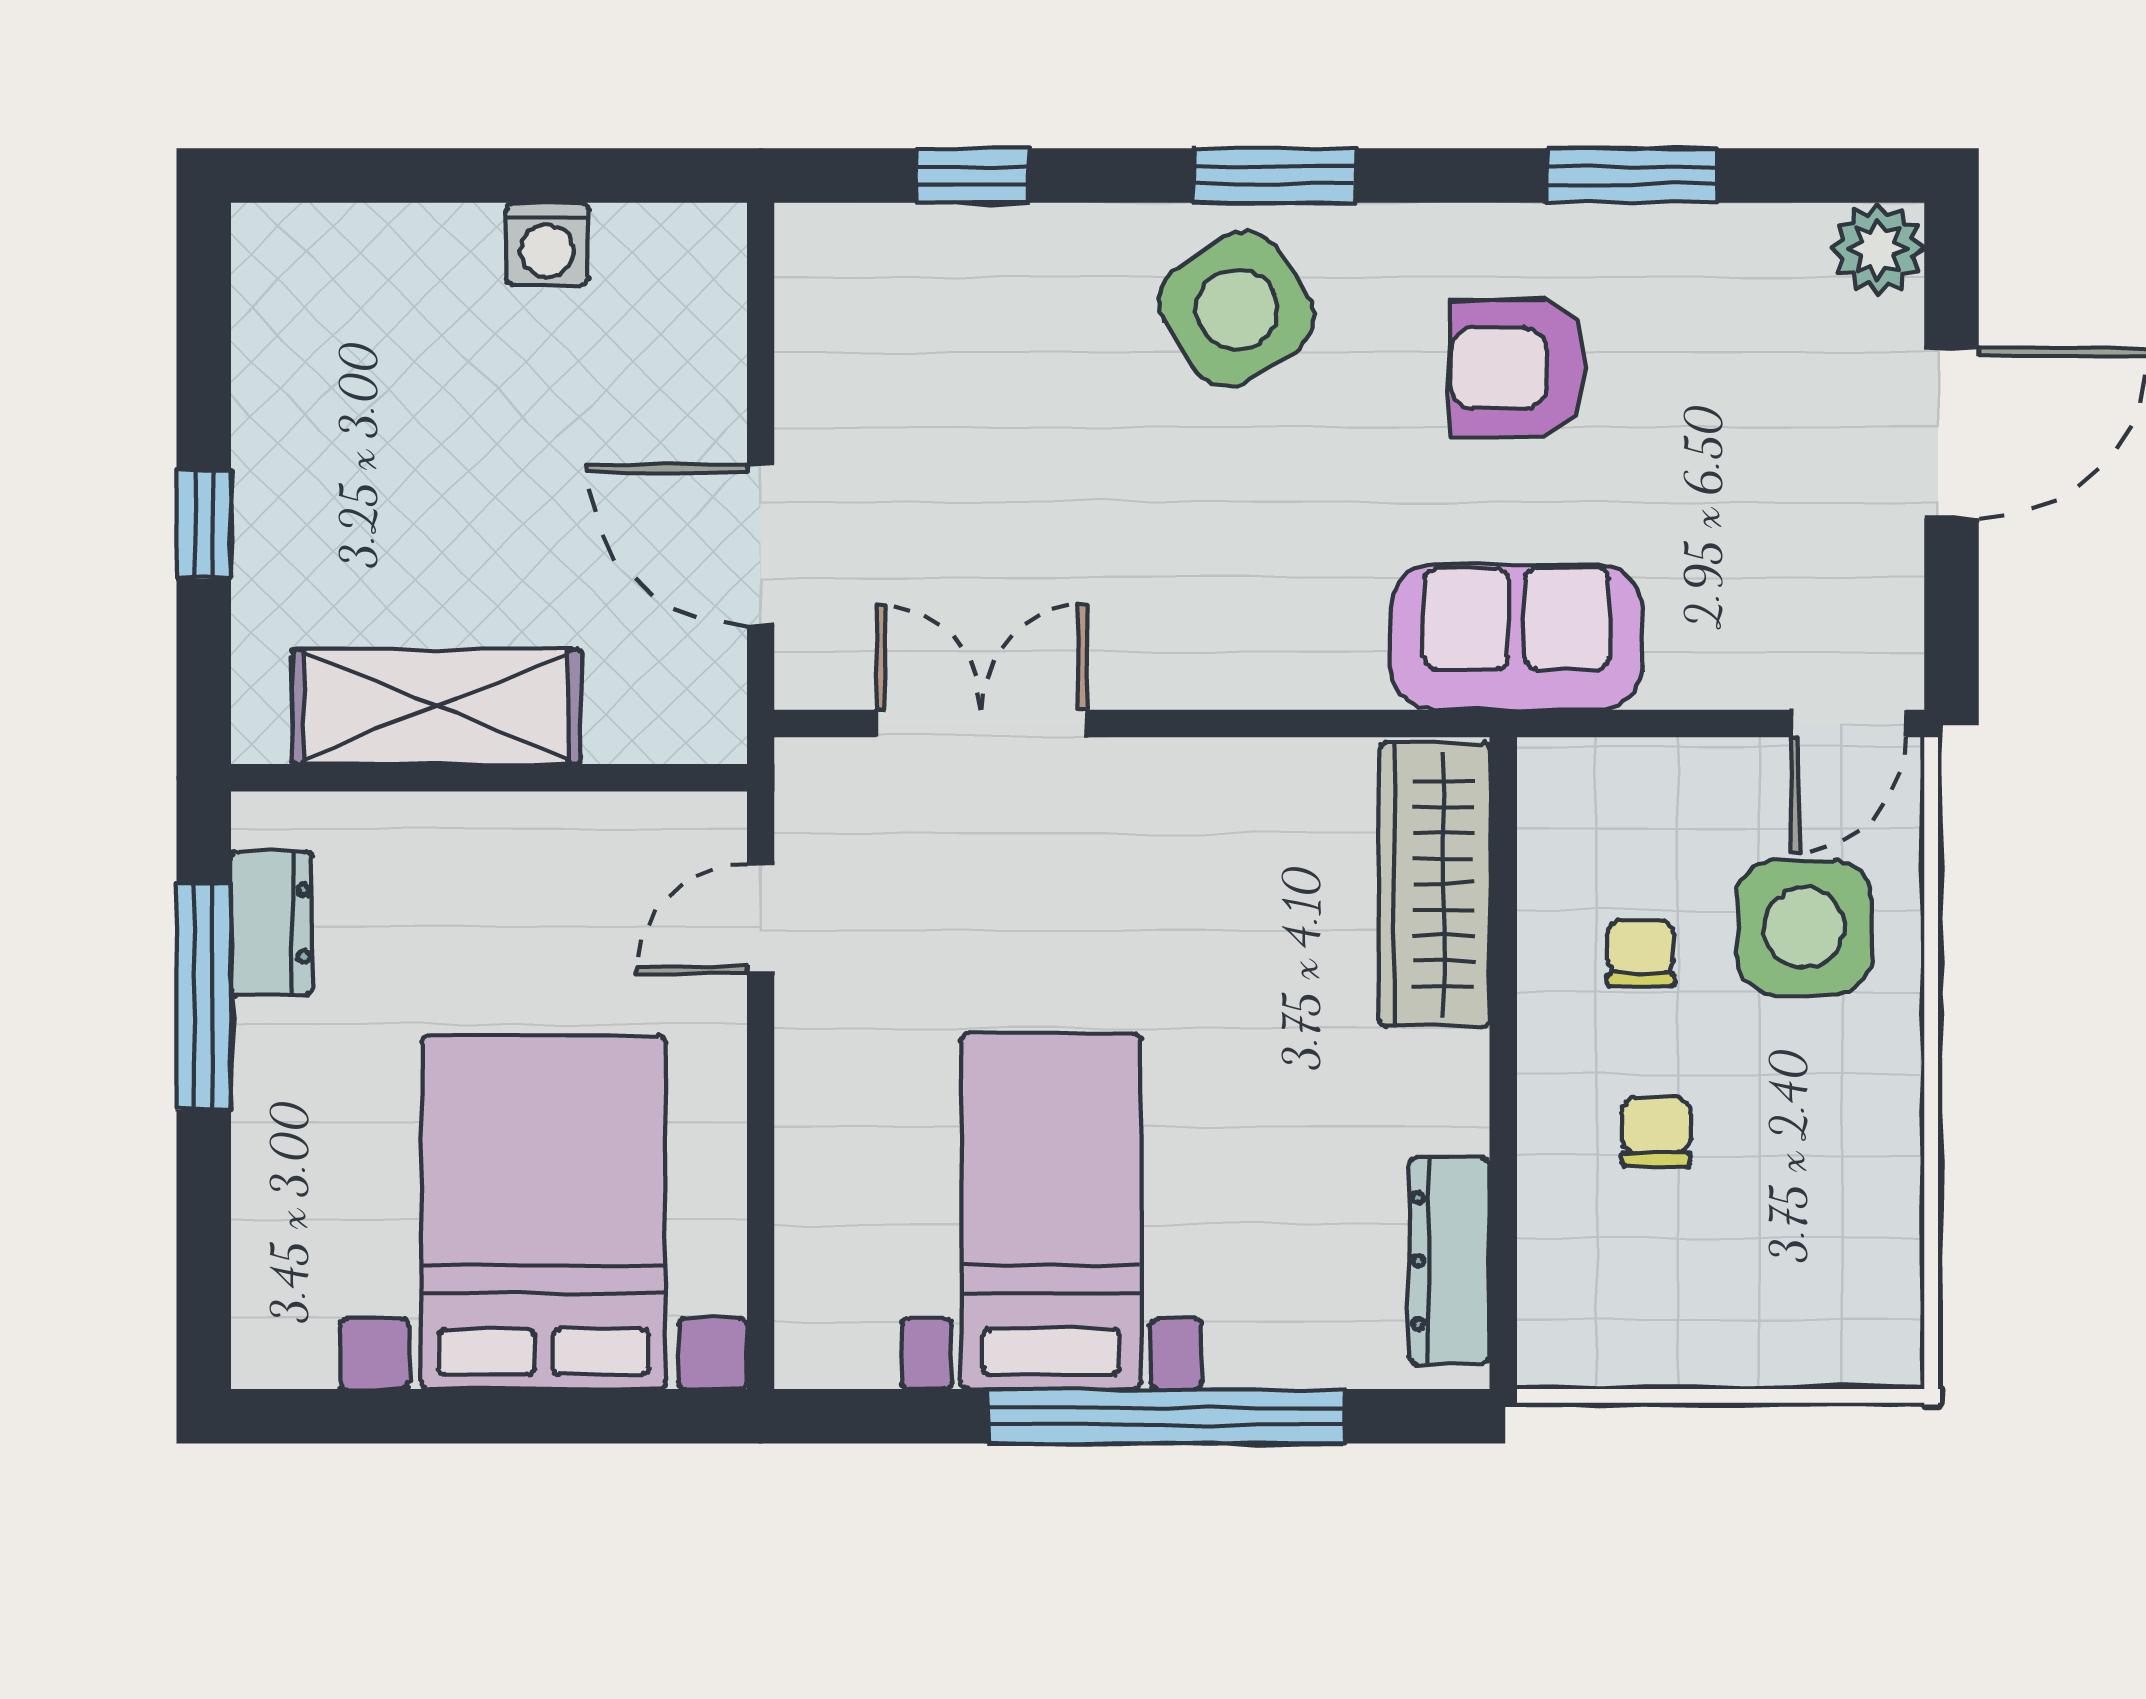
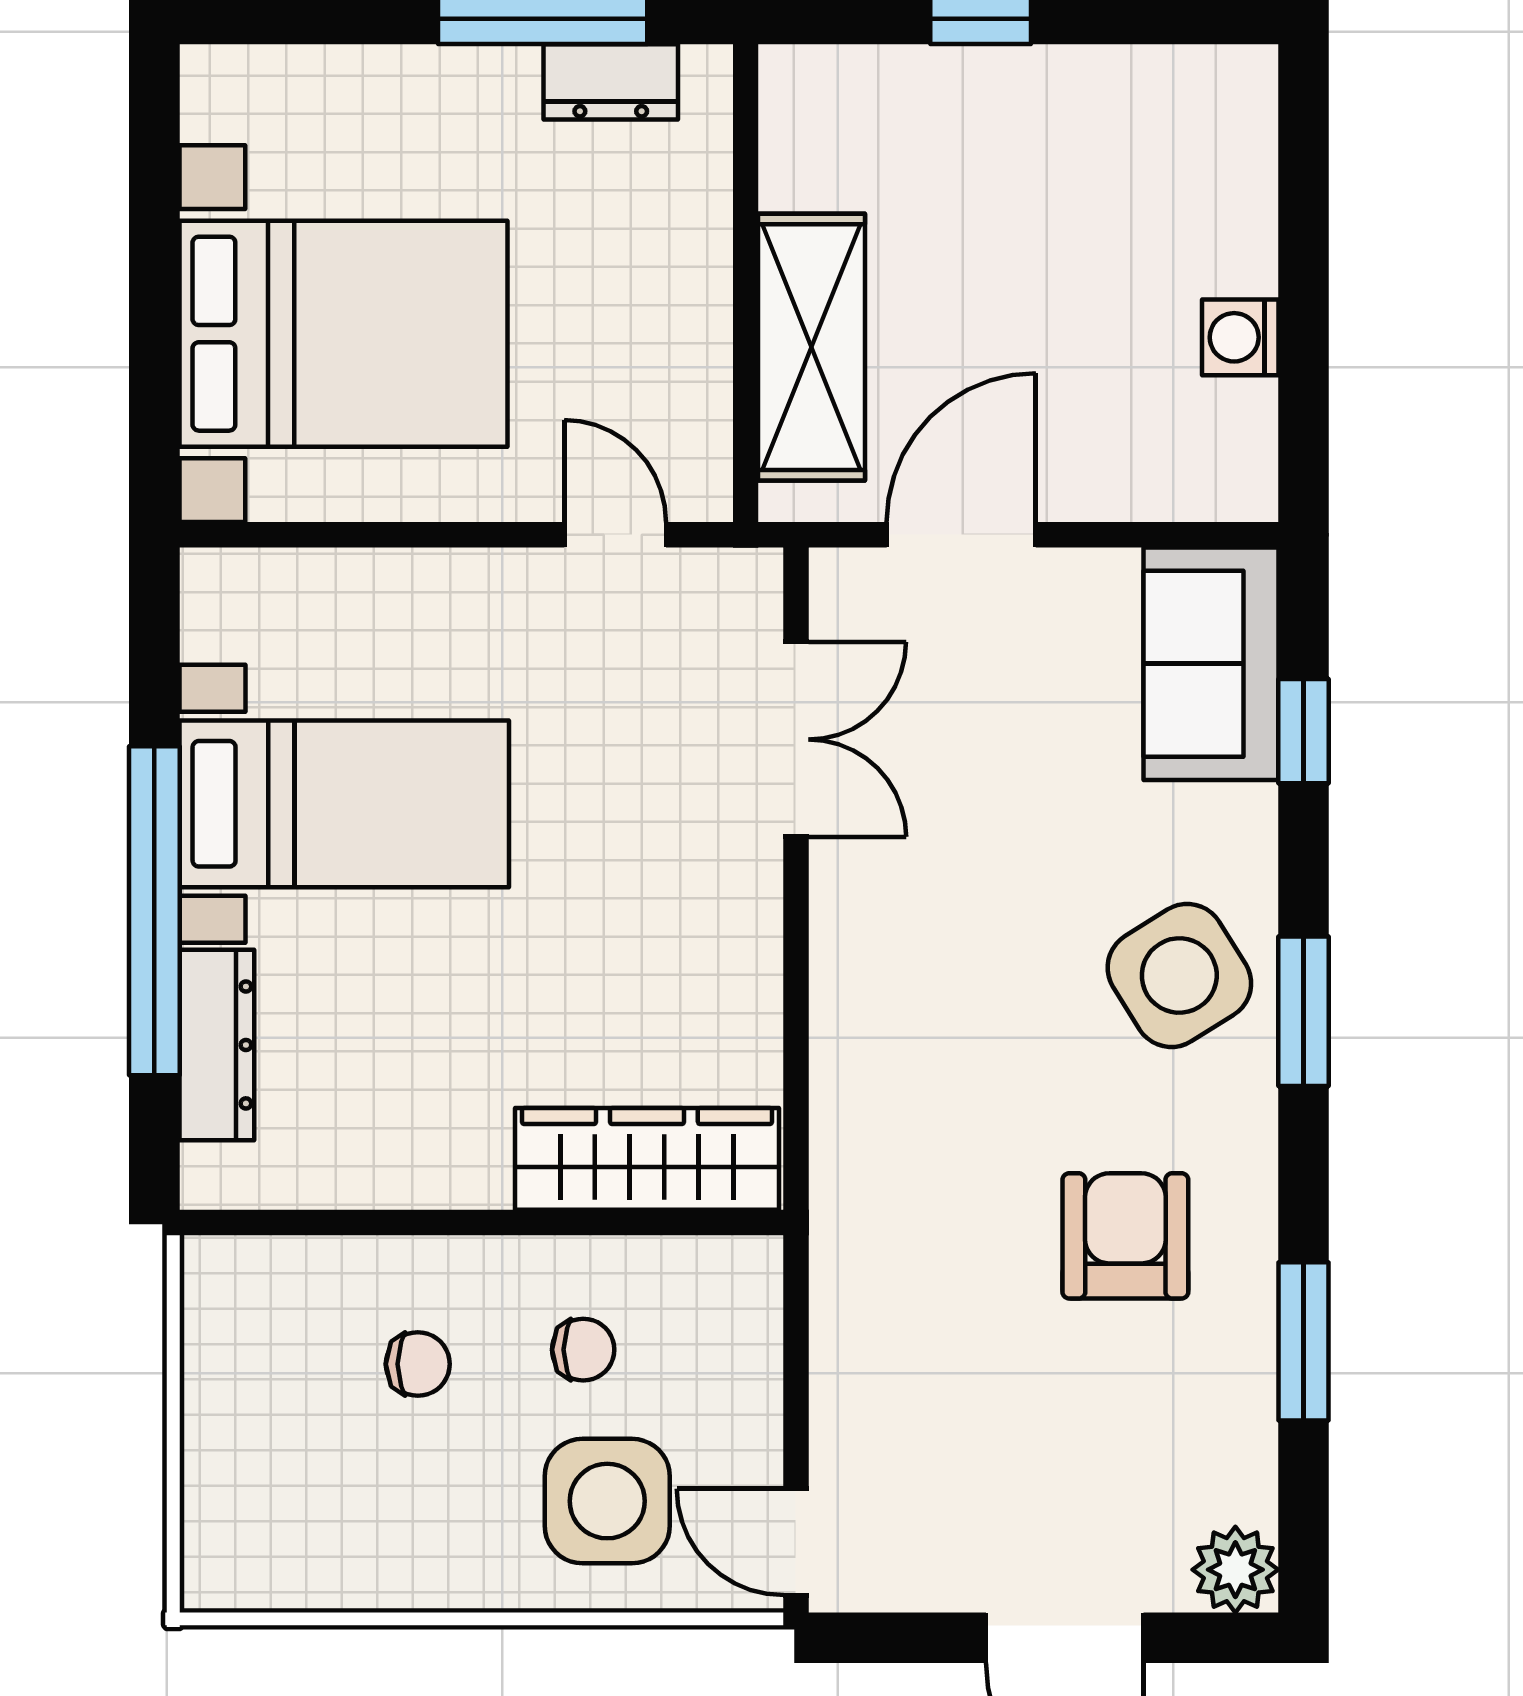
sofa: (1516, 637) -> (1211, 664), moved, turned 180
shelving: (436, 707) -> (812, 347), moved
dresser: (1449, 1261) -> (217, 1045), moved, turned 90

